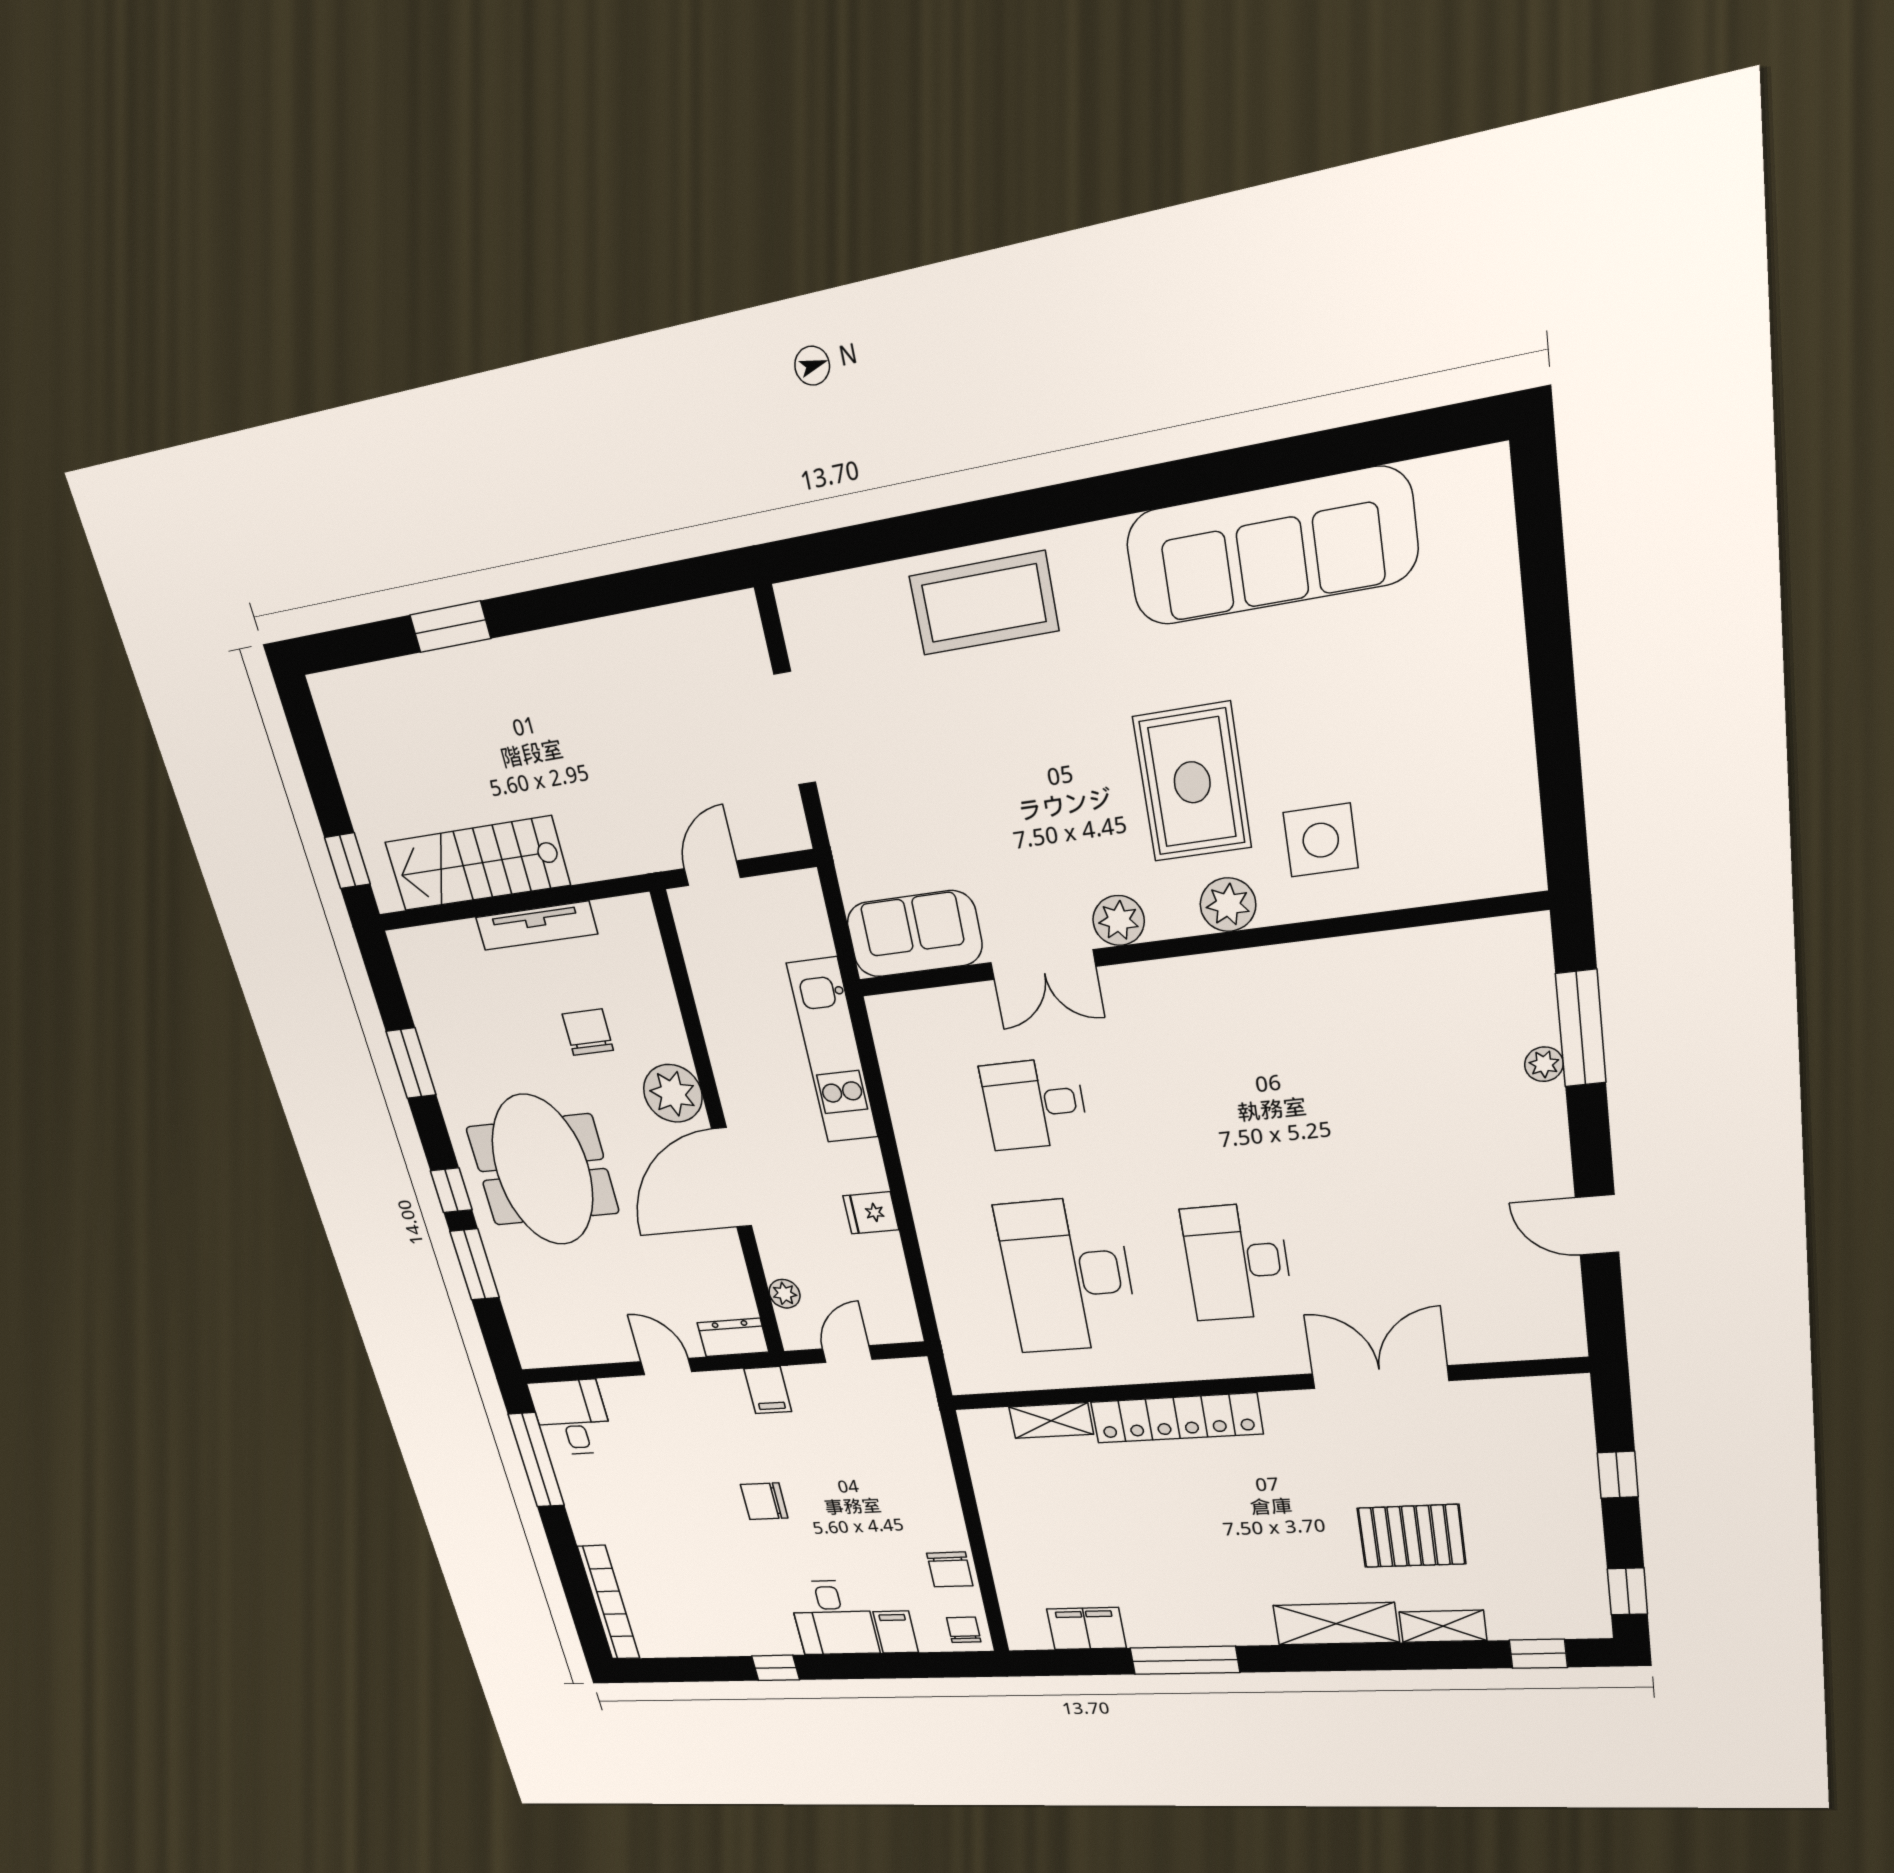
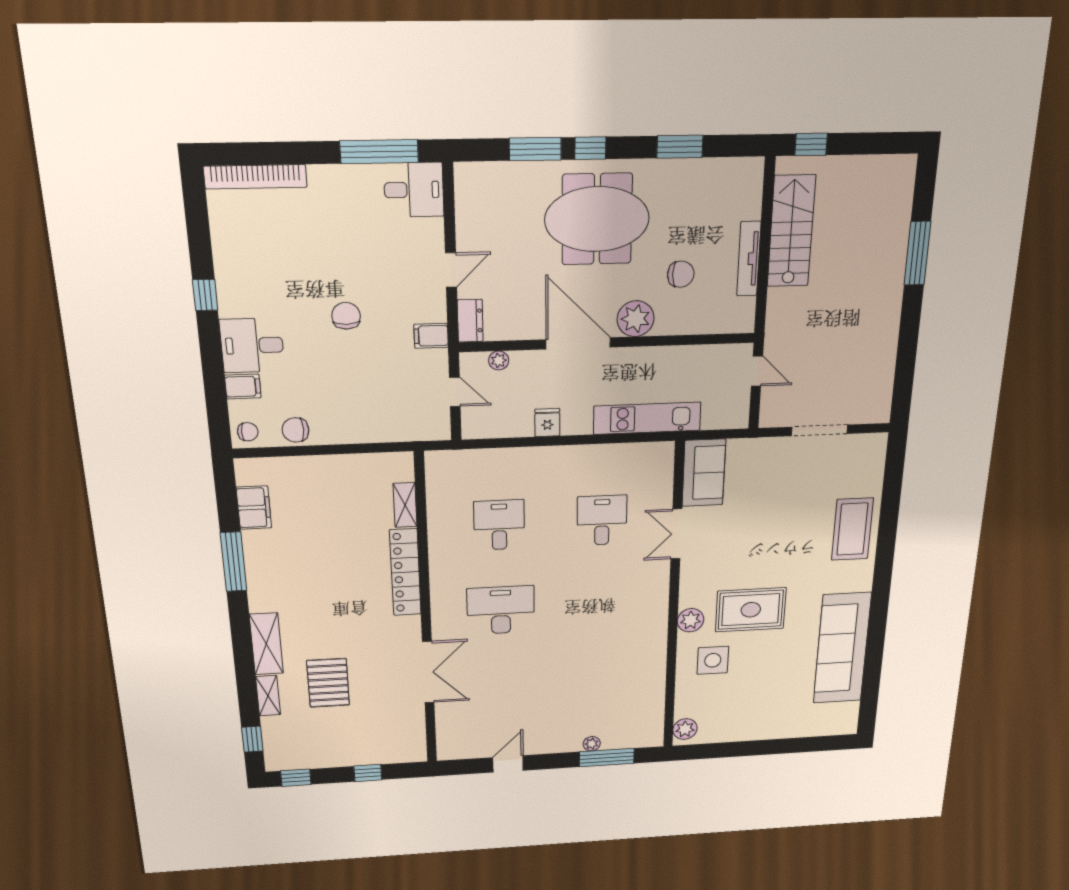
window: (450, 627) -> (917, 253), width x1.44
plant: (1119, 920) -> (685, 729), moved
desk: (1067, 1275) -> (499, 525), width x0.53, depth x0.77

